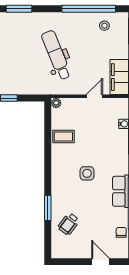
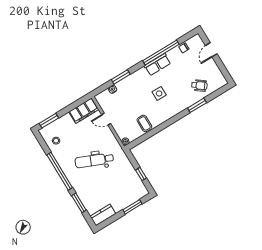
window: (89, 9) -> (60, 171), moved
dental chair: (56, 55) -> (94, 160), turned 45

